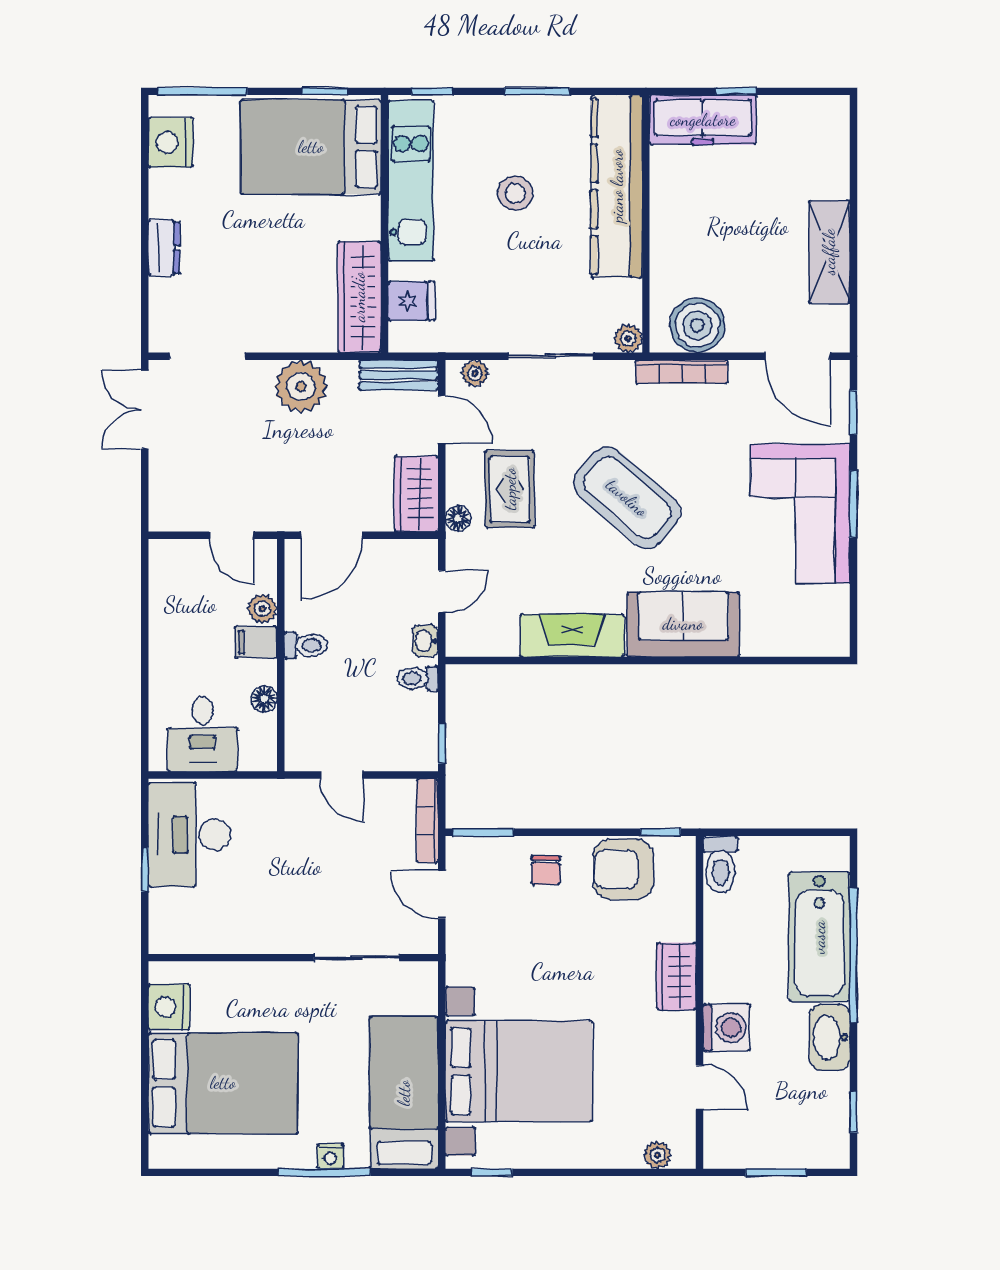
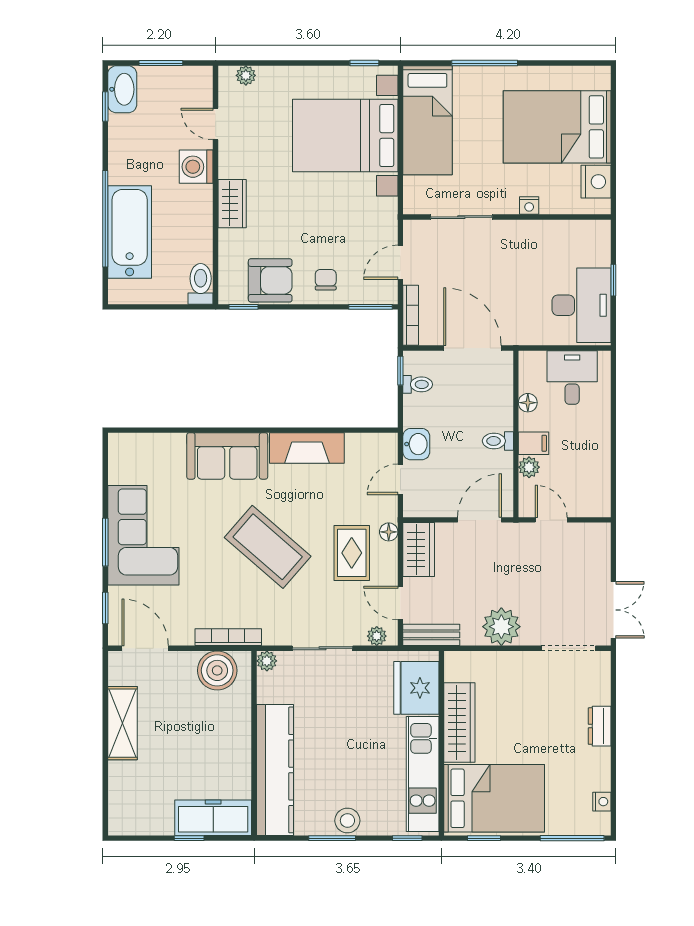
nightstand: (171, 142) -> (602, 802), width x0.53, depth x0.56
stool: (515, 193) -> (347, 821), moved
wardrobe: (359, 297) -> (459, 722), moved
fridge: (412, 301) -> (416, 688), width x1.88, depth x1.34
washbasin: (425, 641) -> (416, 444), width x1.38, depth x1.45
toilet: (418, 678) -> (418, 384), moved
door: (341, 775) -> (472, 348), width x1.88
door: (442, 895) -> (400, 262), swing flipped
washbasin: (830, 1037) -> (122, 89), moved
nightstand: (330, 1156) -> (529, 206), moved, turned 180

